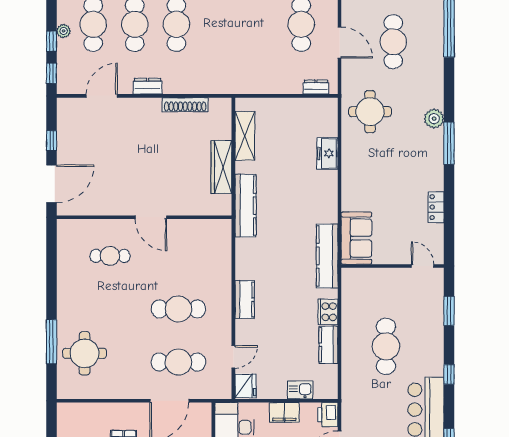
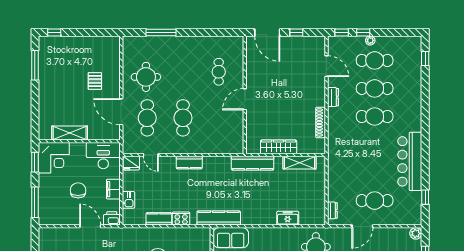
round table: (85, 353) -> (146, 77), moved

